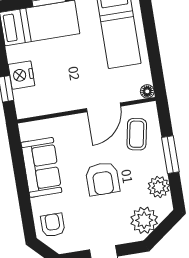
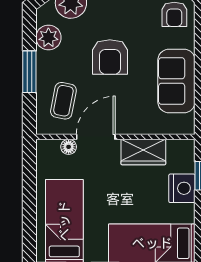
floor lamp: (147, 91) -> (69, 147), moved
wardrobe: (60, 101) -> (143, 152), added
armchair: (103, 179) -> (110, 57), turned 180

